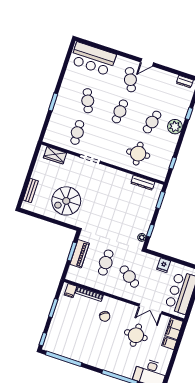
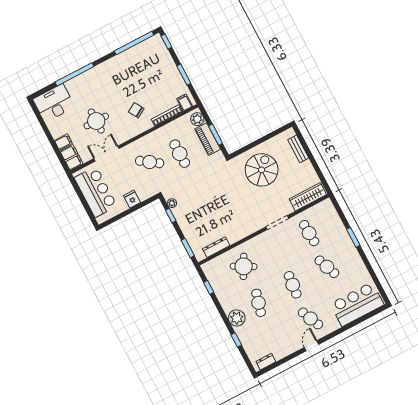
round table: (138, 154) -> (244, 266), turned 34
wardrobe: (55, 155) -> (308, 197), width x1.50
plant: (73, 272) -> (197, 119), added

